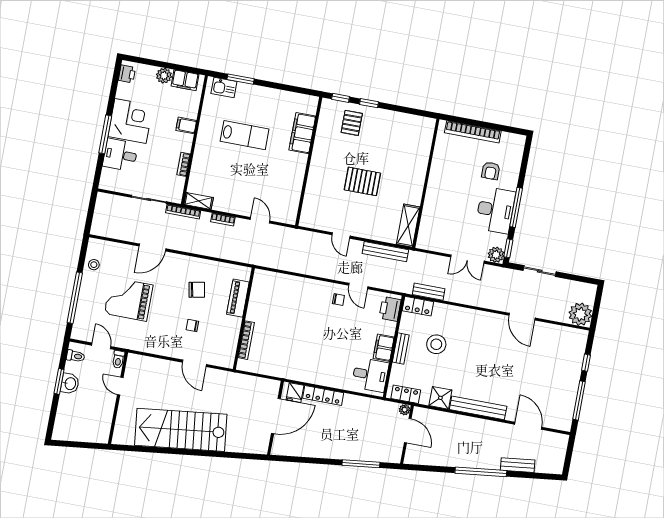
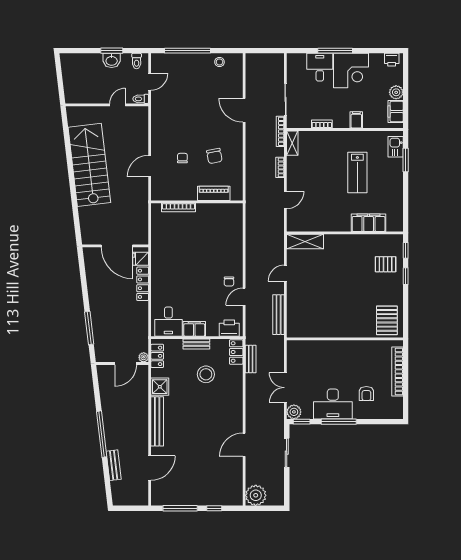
armchair: (491, 171) -> (366, 394), turned -90
pallet: (362, 181) -> (387, 320), moved
shelving: (408, 226) -> (305, 242), moved
grand piano: (129, 299) -> (195, 98), removed

